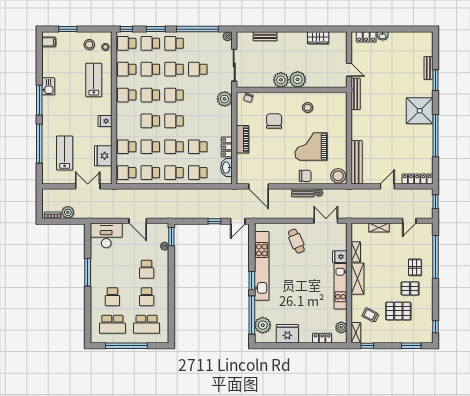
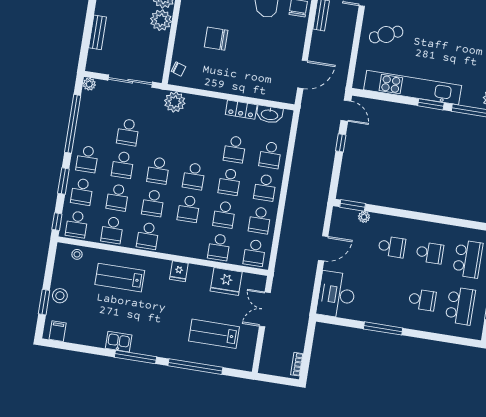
stool: (89, 45) -> (60, 296), moved
piano: (243, 139) -> (234, 86), removed
plant: (68, 212) -> (296, 342), removed

